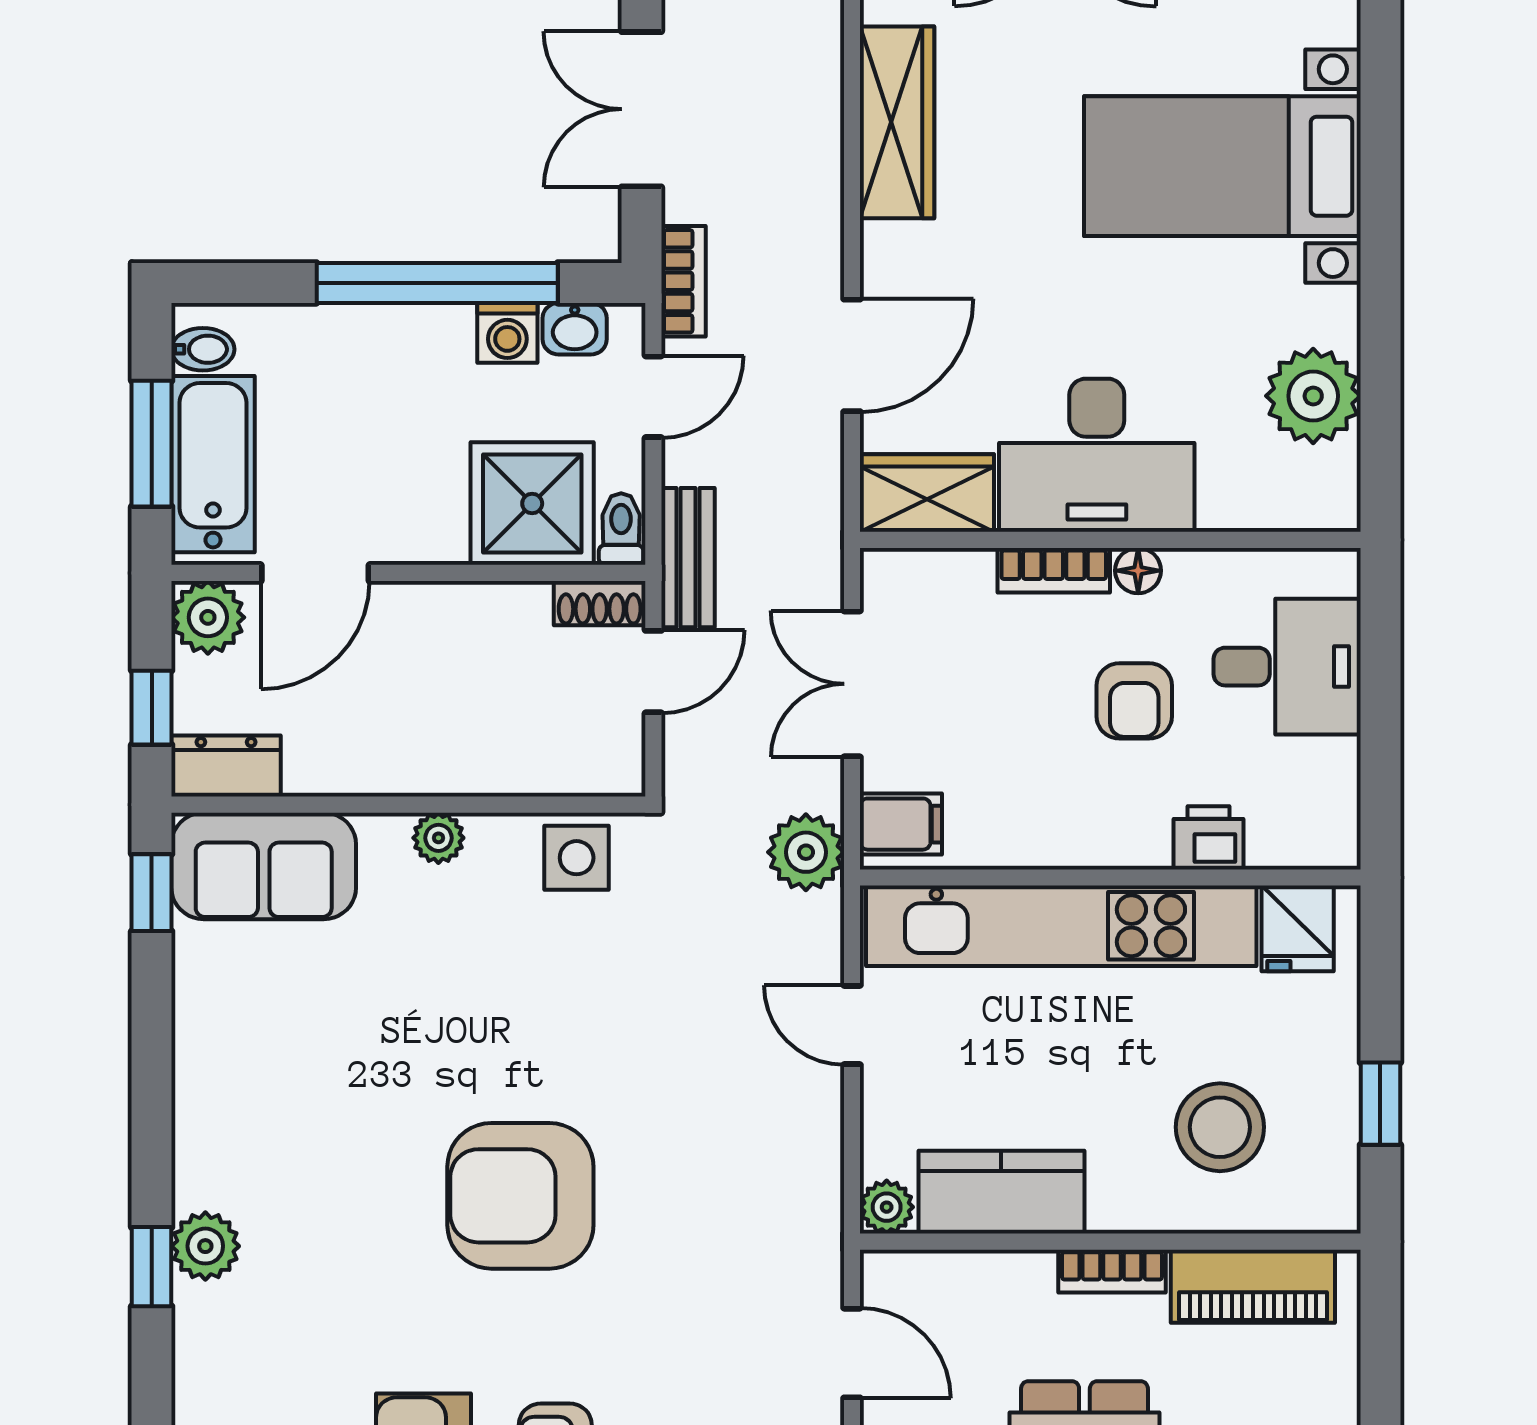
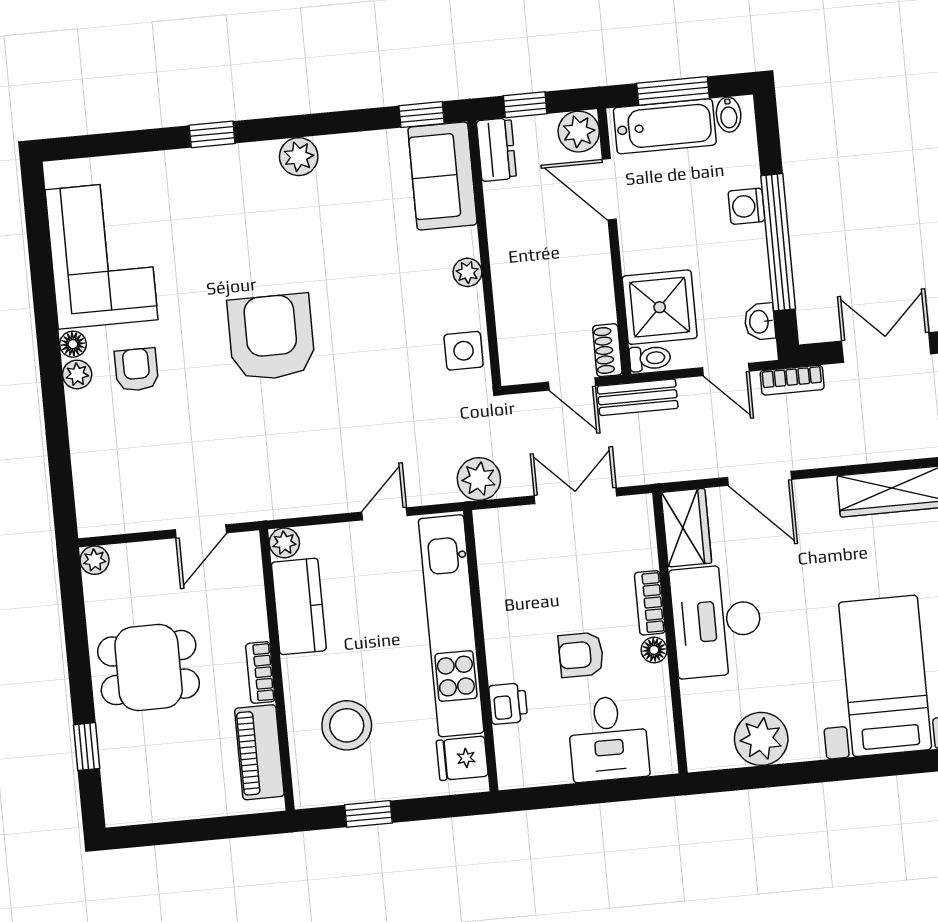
washing machine: (507, 333) -> (746, 206), moved
filing cabinet: (901, 824) -> (500, 531), removed
plant: (205, 1246) -> (299, 157), moved

